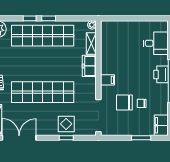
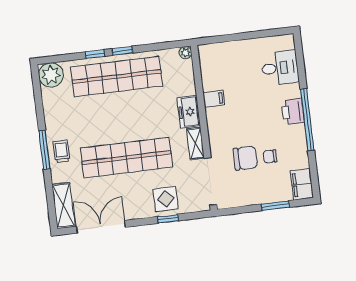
shelving: (91, 43) -> (195, 144), moved
filing cabinet: (108, 80) -> (214, 99), moved
chair: (124, 102) -> (245, 158), turned 180

